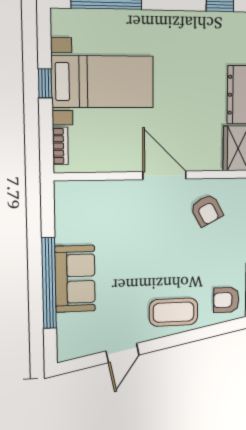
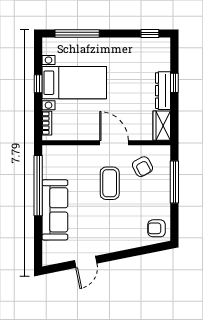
sofa: (75, 279) -> (55, 210), width x1.36
window: (49, 283) -> (38, 186), moved
coffee table: (174, 312) -> (110, 183), moved, turned 90

